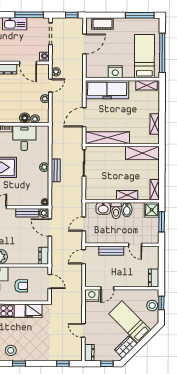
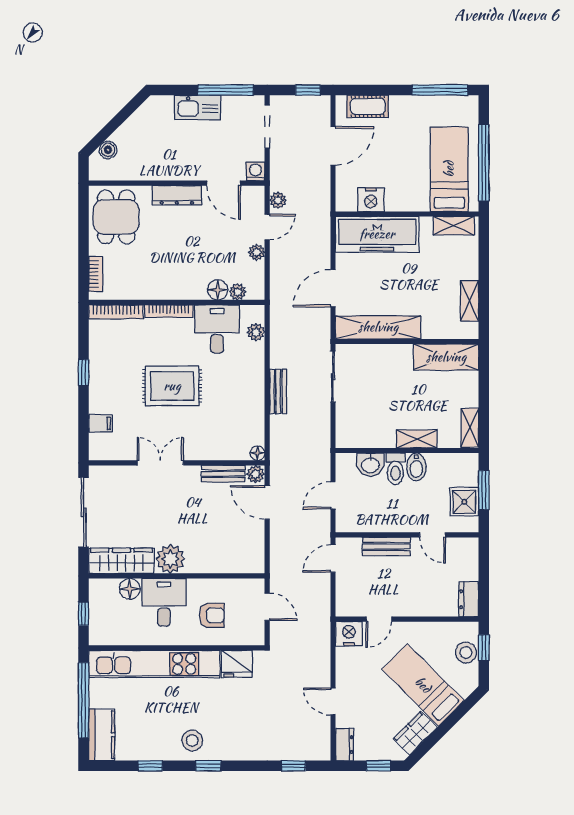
nightstand: (115, 72) -> (371, 200), moved
plant: (44, 167) -> (256, 332), moved
shower: (152, 210) -> (464, 502), moved
dresser: (44, 256) -> (255, 557), removed

